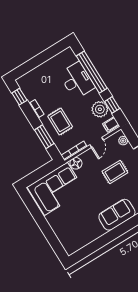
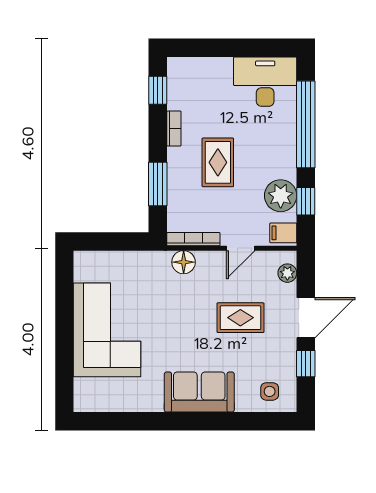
desk: (77, 81) -> (265, 82), moved, turned -90
rug: (60, 121) -> (218, 162), moved
corner sofa: (56, 189) -> (107, 330), moved, turned -90

